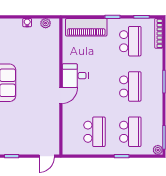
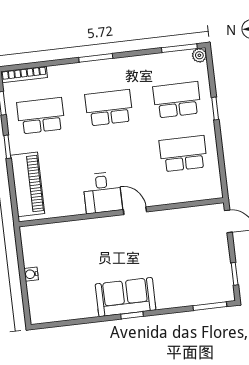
plant: (46, 23) -> (29, 246), removed

